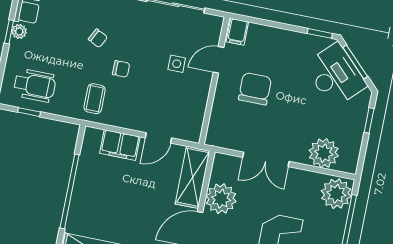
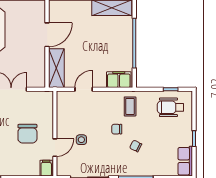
plant: (19, 31) -> (188, 140), removed
filing cabinet: (120, 145) -> (119, 80), moved
plant: (221, 199) -> (35, 58), removed

